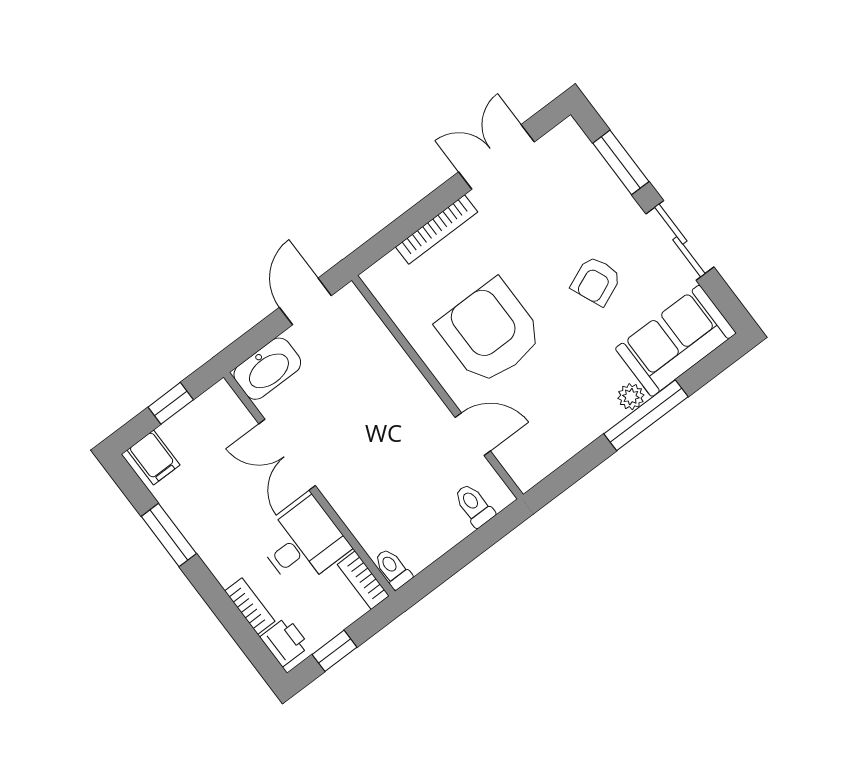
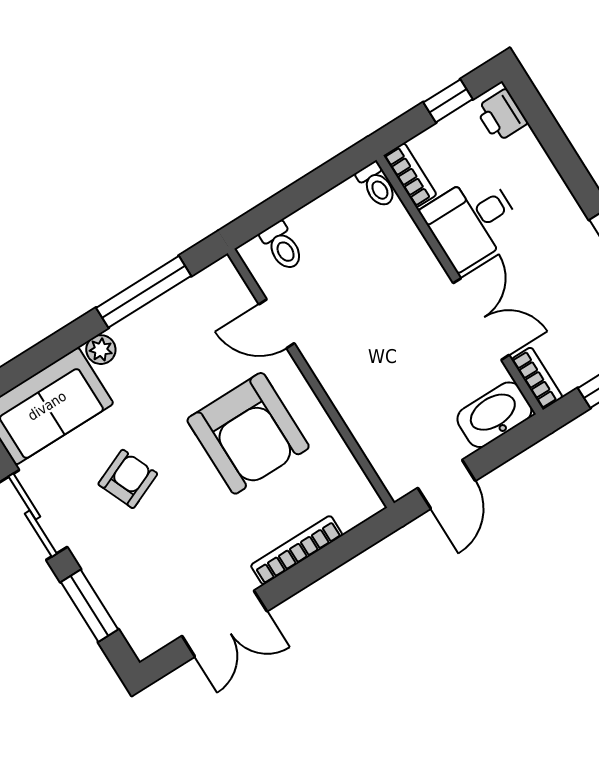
window: (646, 415) -> (144, 292), moved
bookcase: (250, 606) -> (537, 378), moved, turned 180

